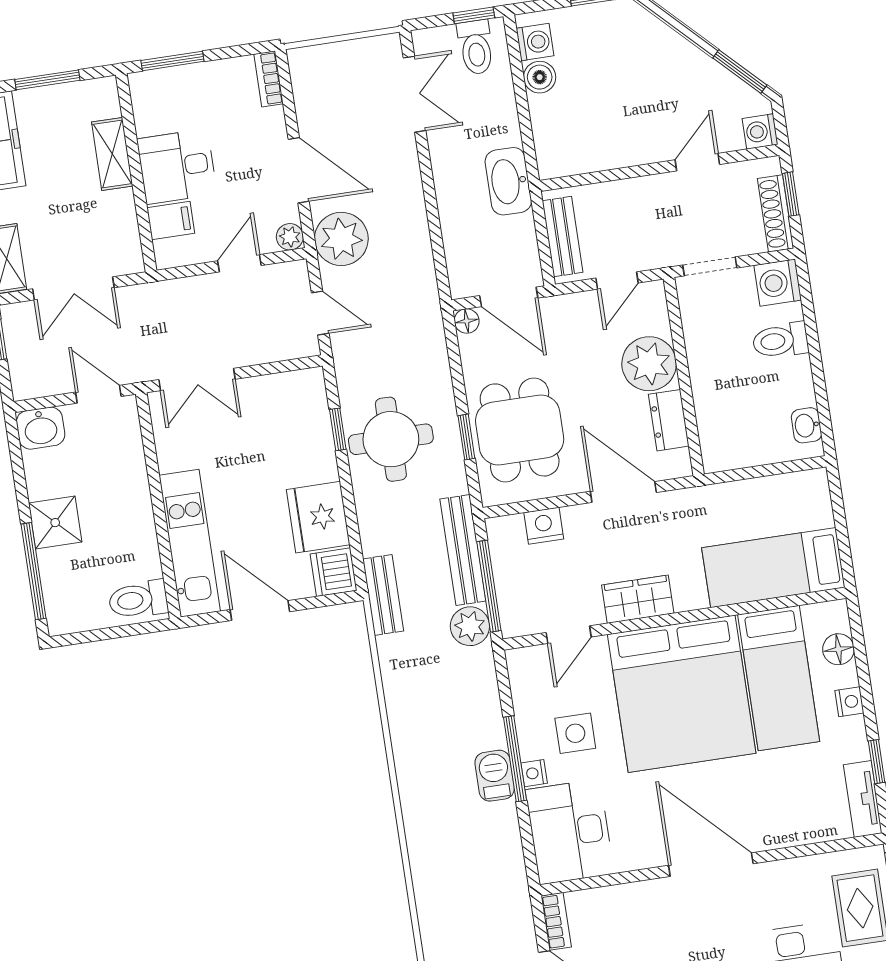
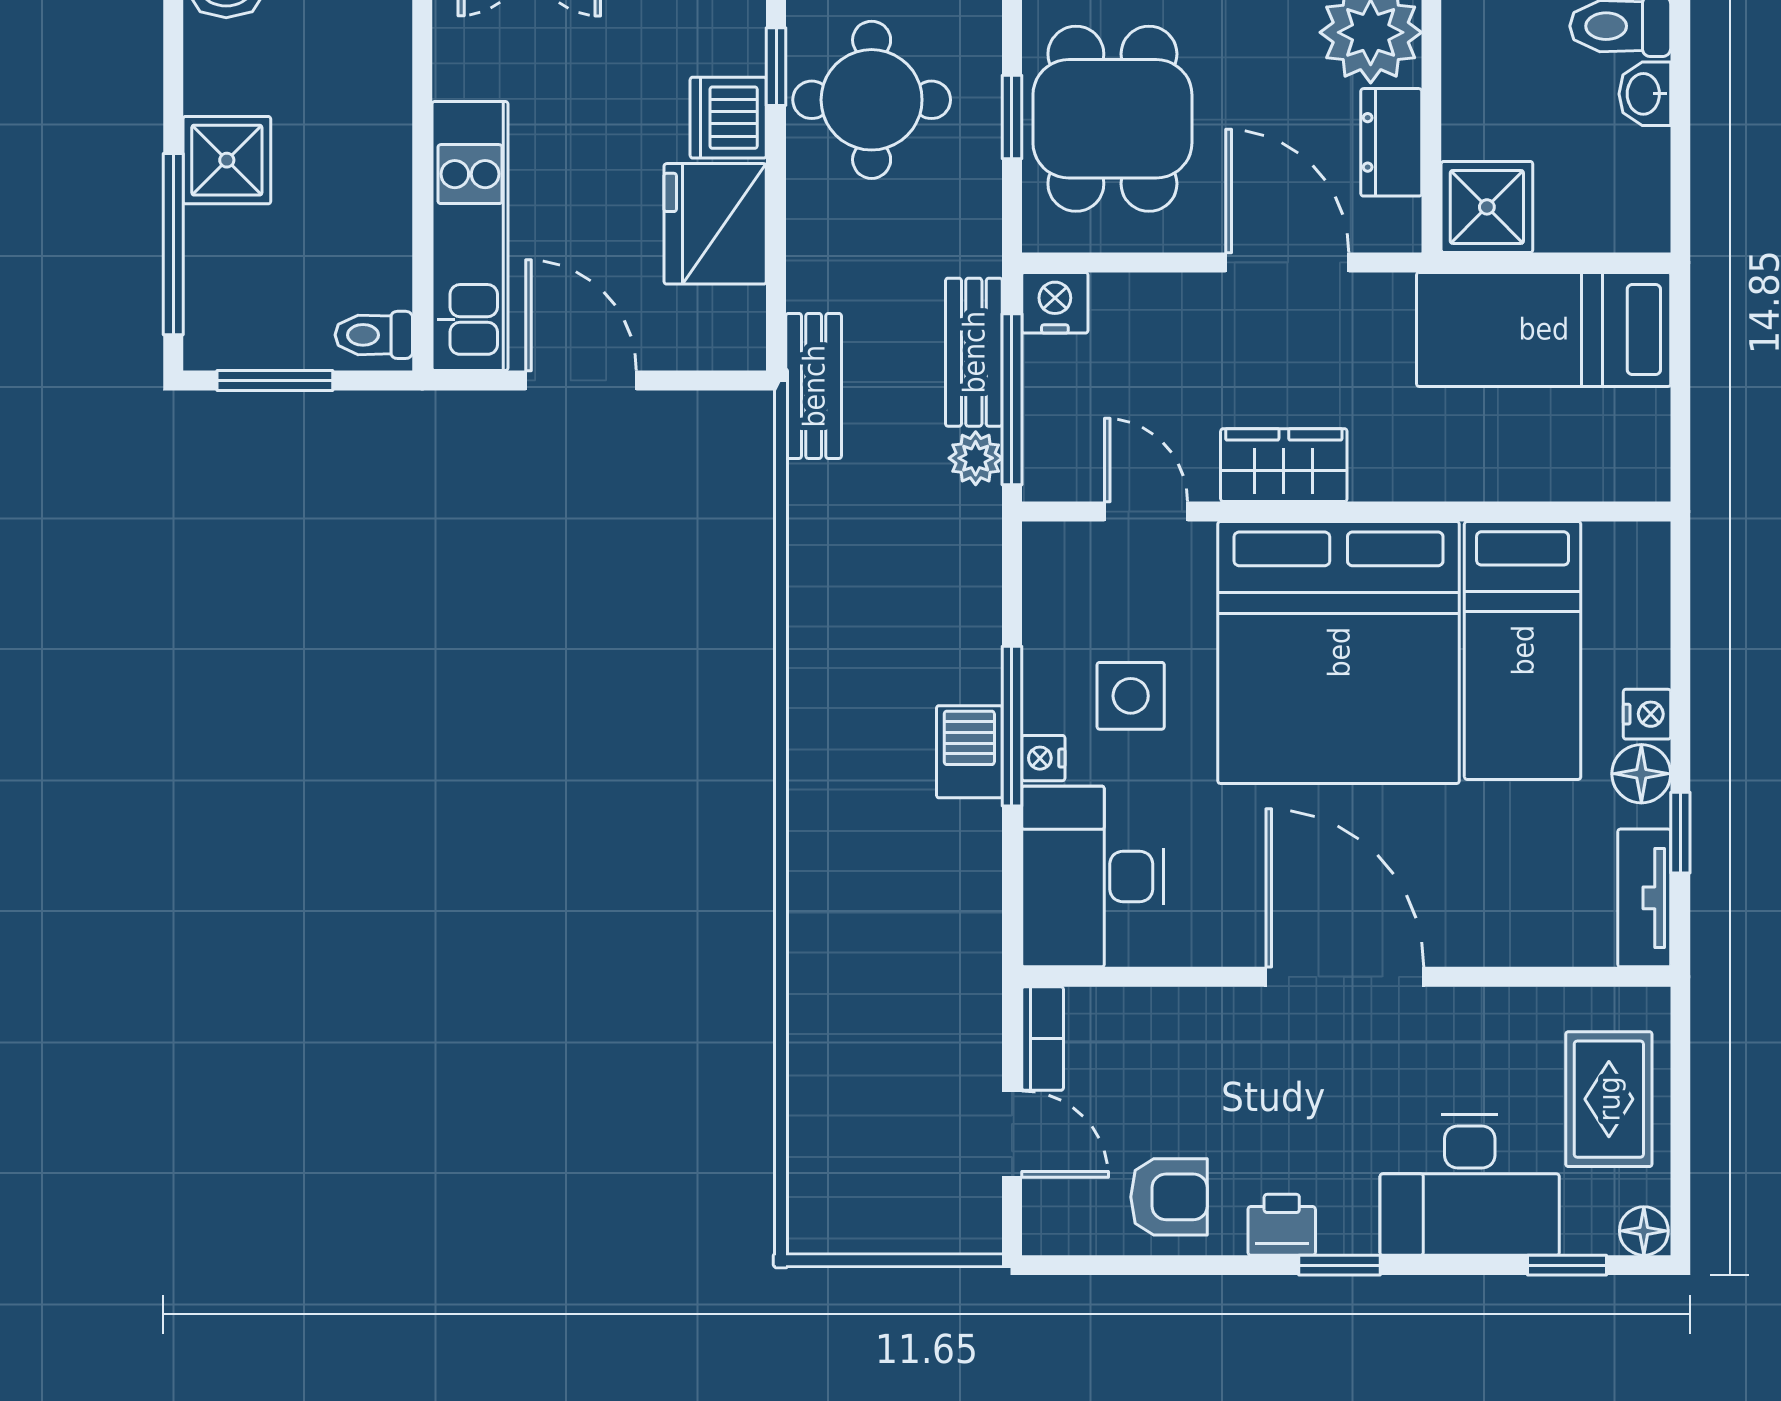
washbasin: (806, 425) -> (1645, 94), moved
shower: (724, 447) -> (1487, 207), added
nightstand: (544, 526) -> (1055, 303), moved
bench: (463, 550) -> (974, 352), width x0.73
bed: (773, 568) -> (1544, 329), moved
dishwasher: (334, 572) -> (728, 118), moved
toilet: (138, 600) -> (374, 335), width x0.73, depth x0.72
plant: (470, 626) -> (976, 458), width x0.73, depth x0.73
window: (98, 635) -> (275, 380), added
door: (569, 635) -> (1146, 512), swing flipped
floor lamp: (838, 649) -> (1641, 774), moved

